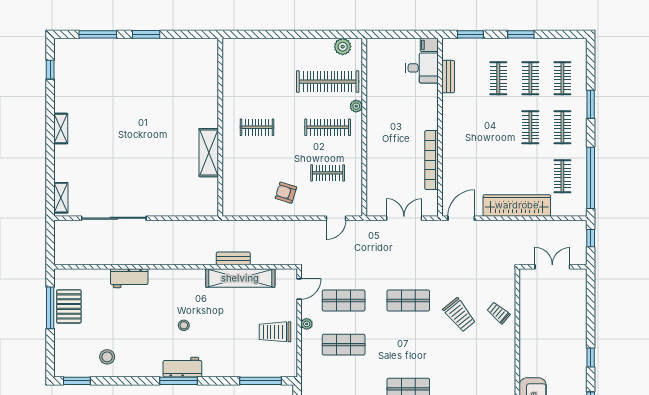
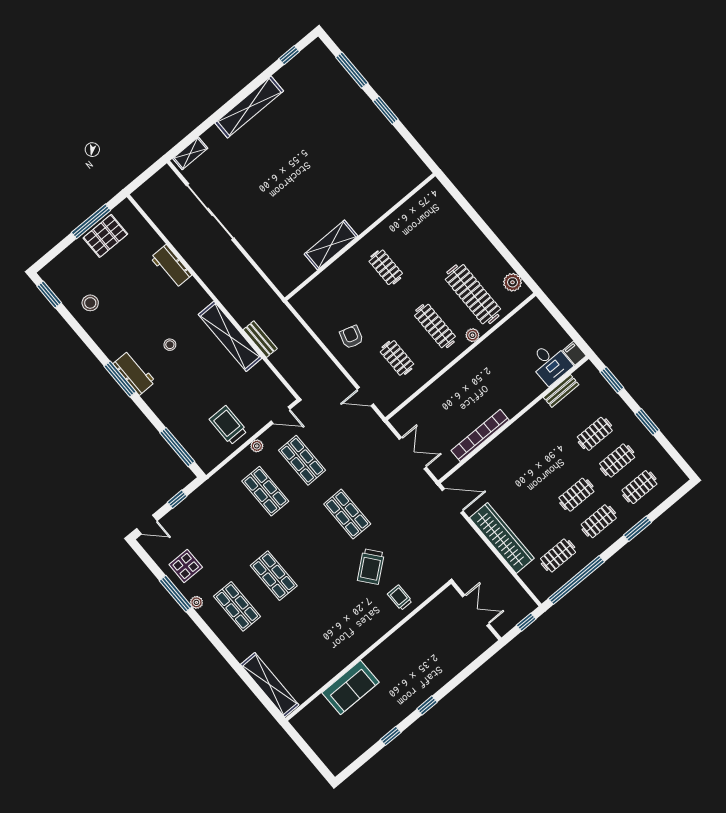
shelving: (61, 128) -> (249, 107), width x2.20, depth x1.33
shelving: (240, 278) -> (230, 336), moved
trolley: (498, 313) -> (400, 598), turned -40

